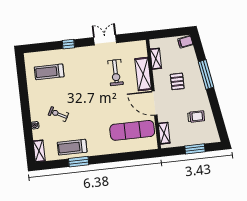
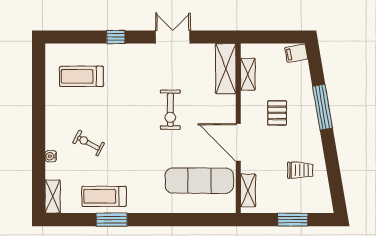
exercise bike: (116, 73) -> (170, 110), moved
shelving: (143, 74) -> (226, 69), moved

